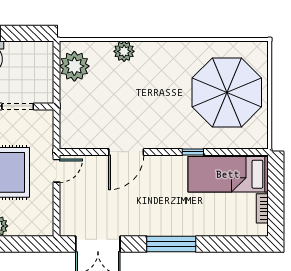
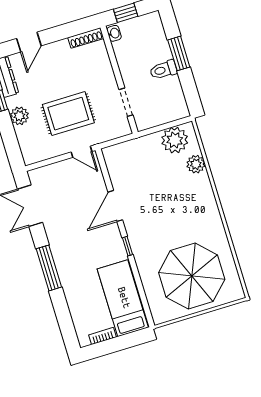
plant: (124, 51) -> (196, 164), moved
door: (126, 152) -> (115, 206), hinge flipped
window: (193, 152) -> (127, 246), moved

